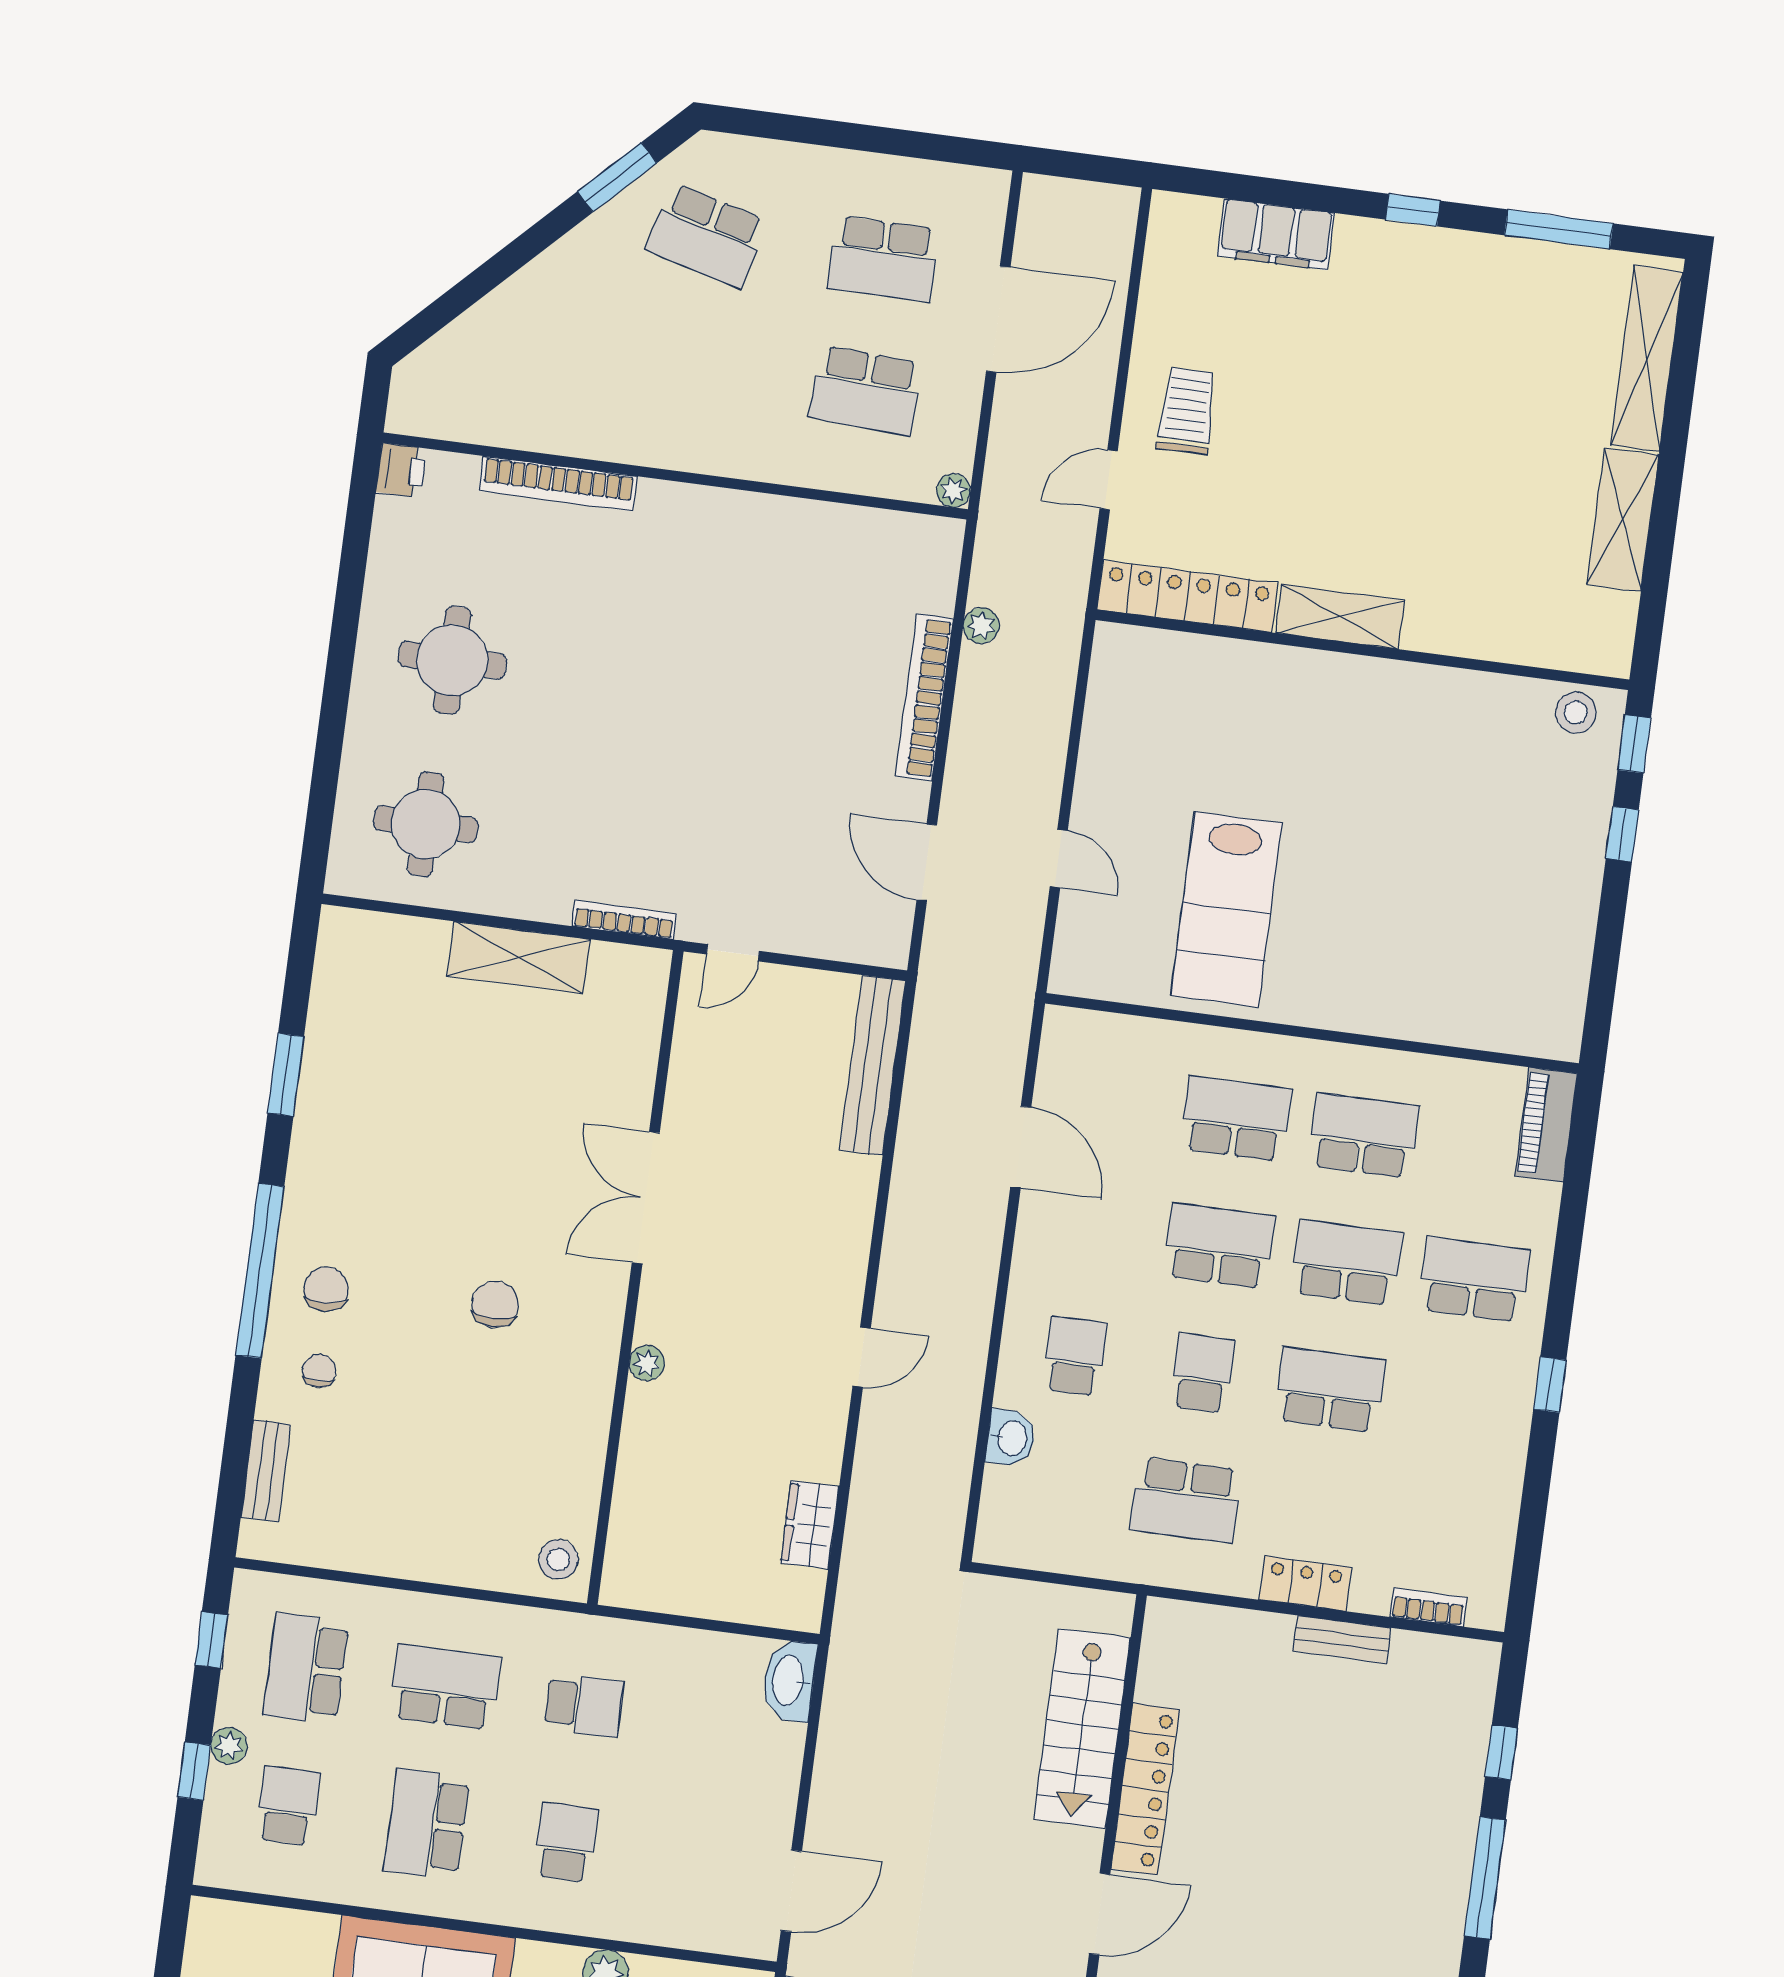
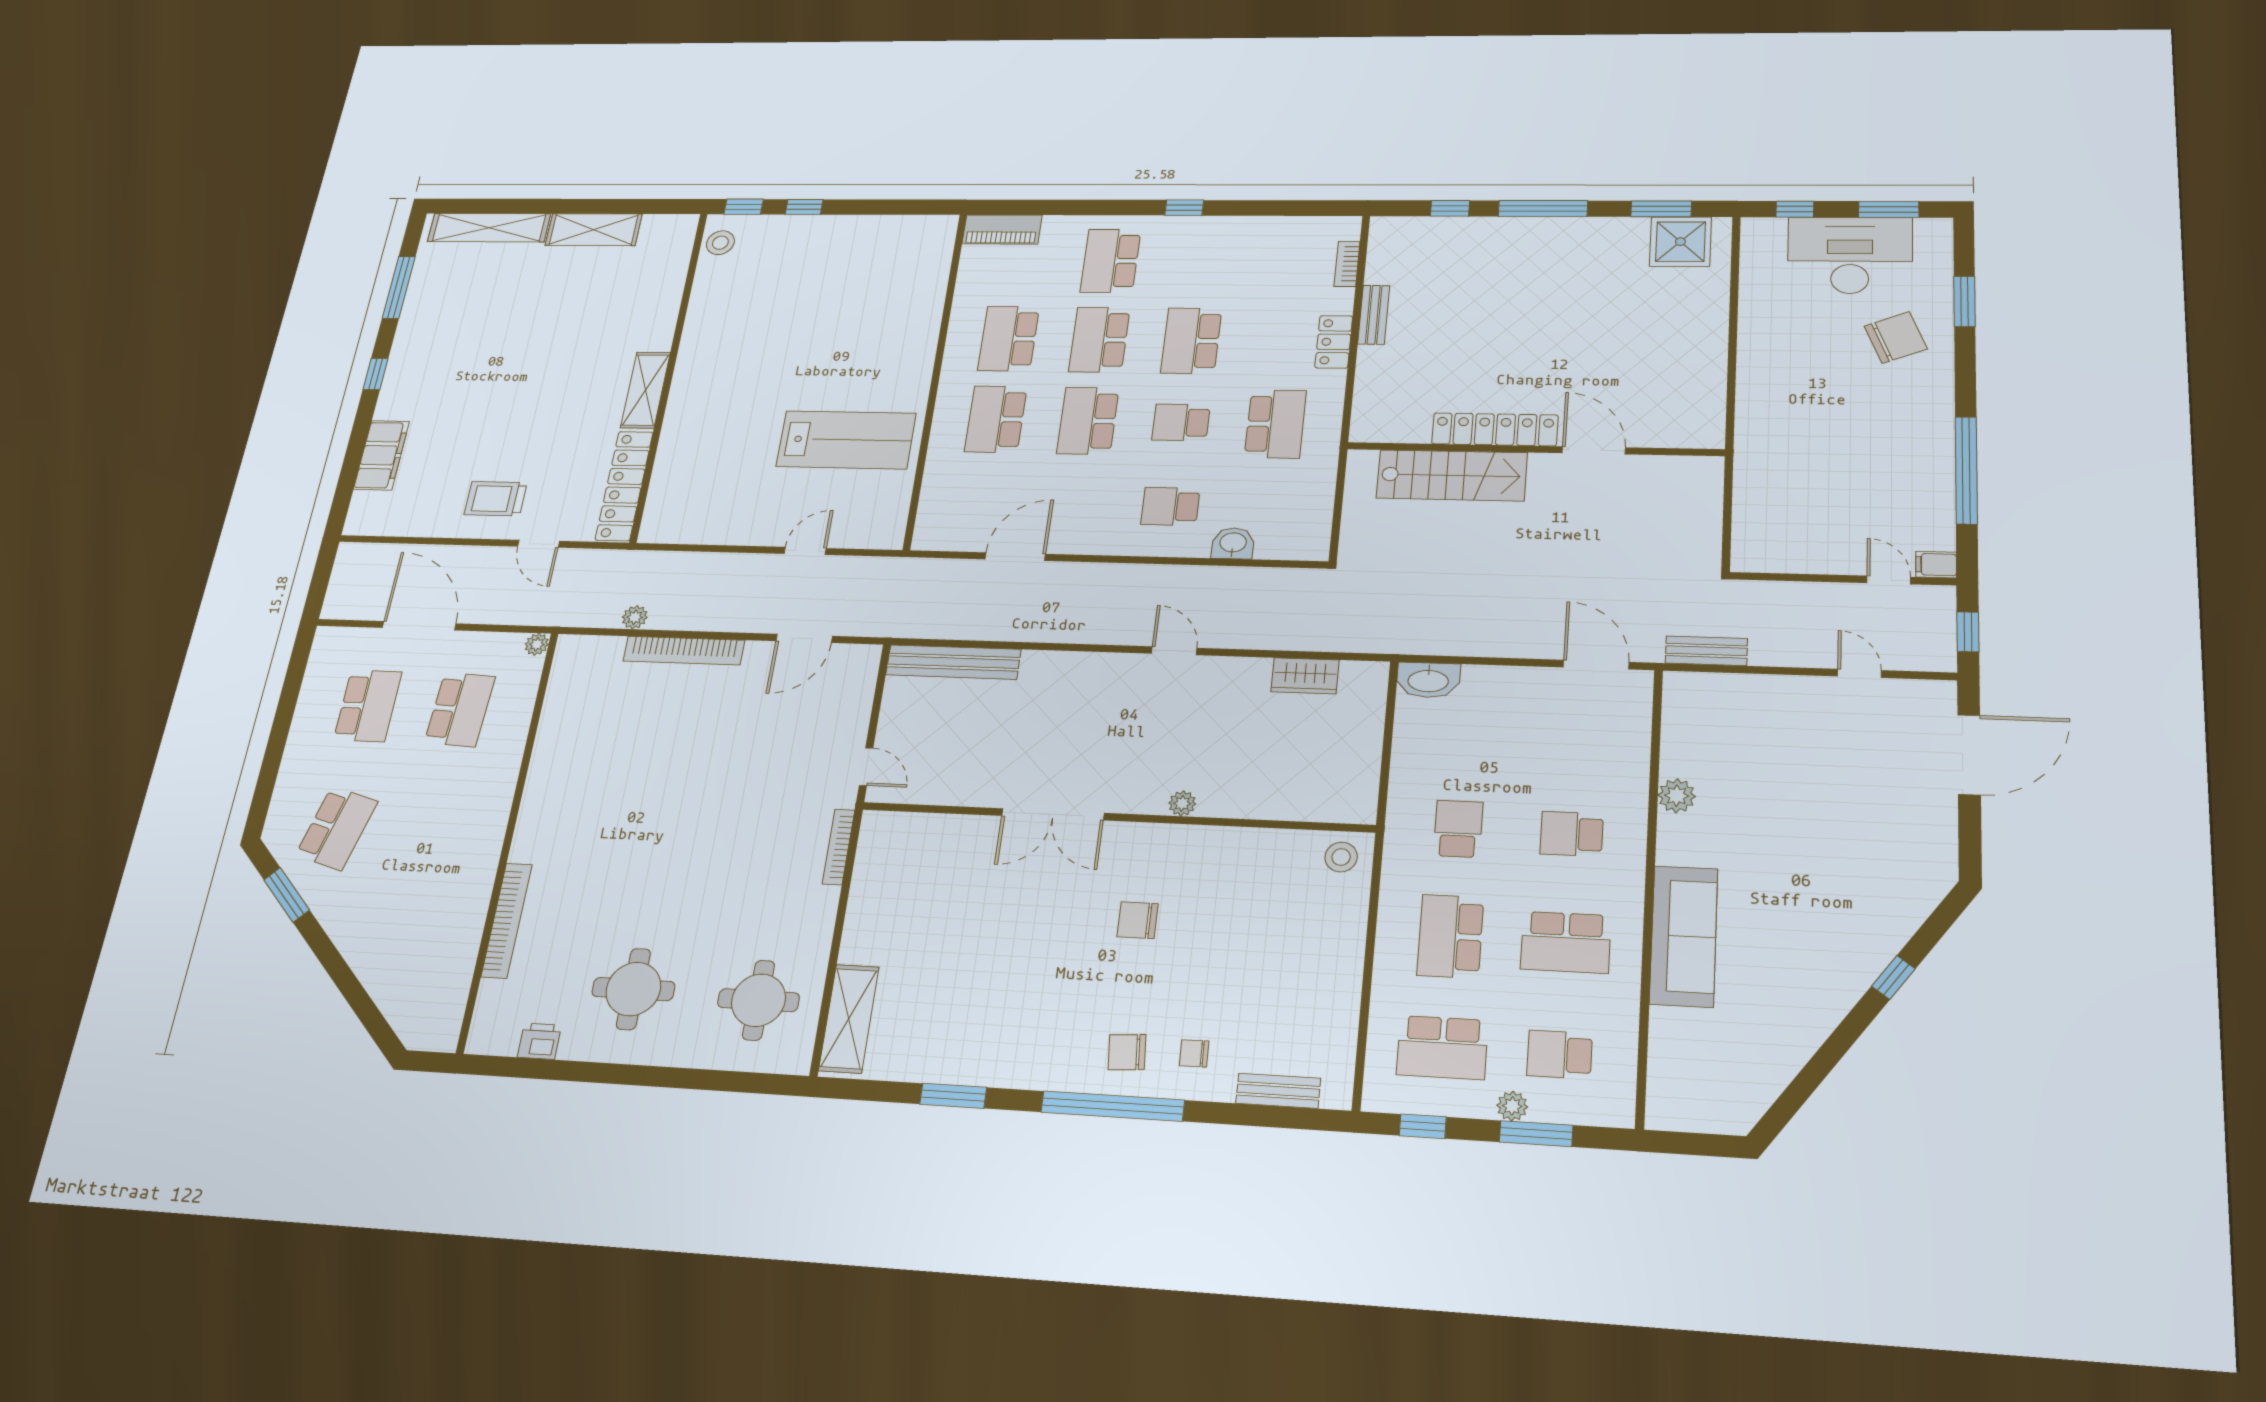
printer: (401, 470) -> (539, 1041), moved
shelving: (519, 958) -> (849, 1019), moved
window: (194, 1771) -> (1536, 1134), width x1.50

